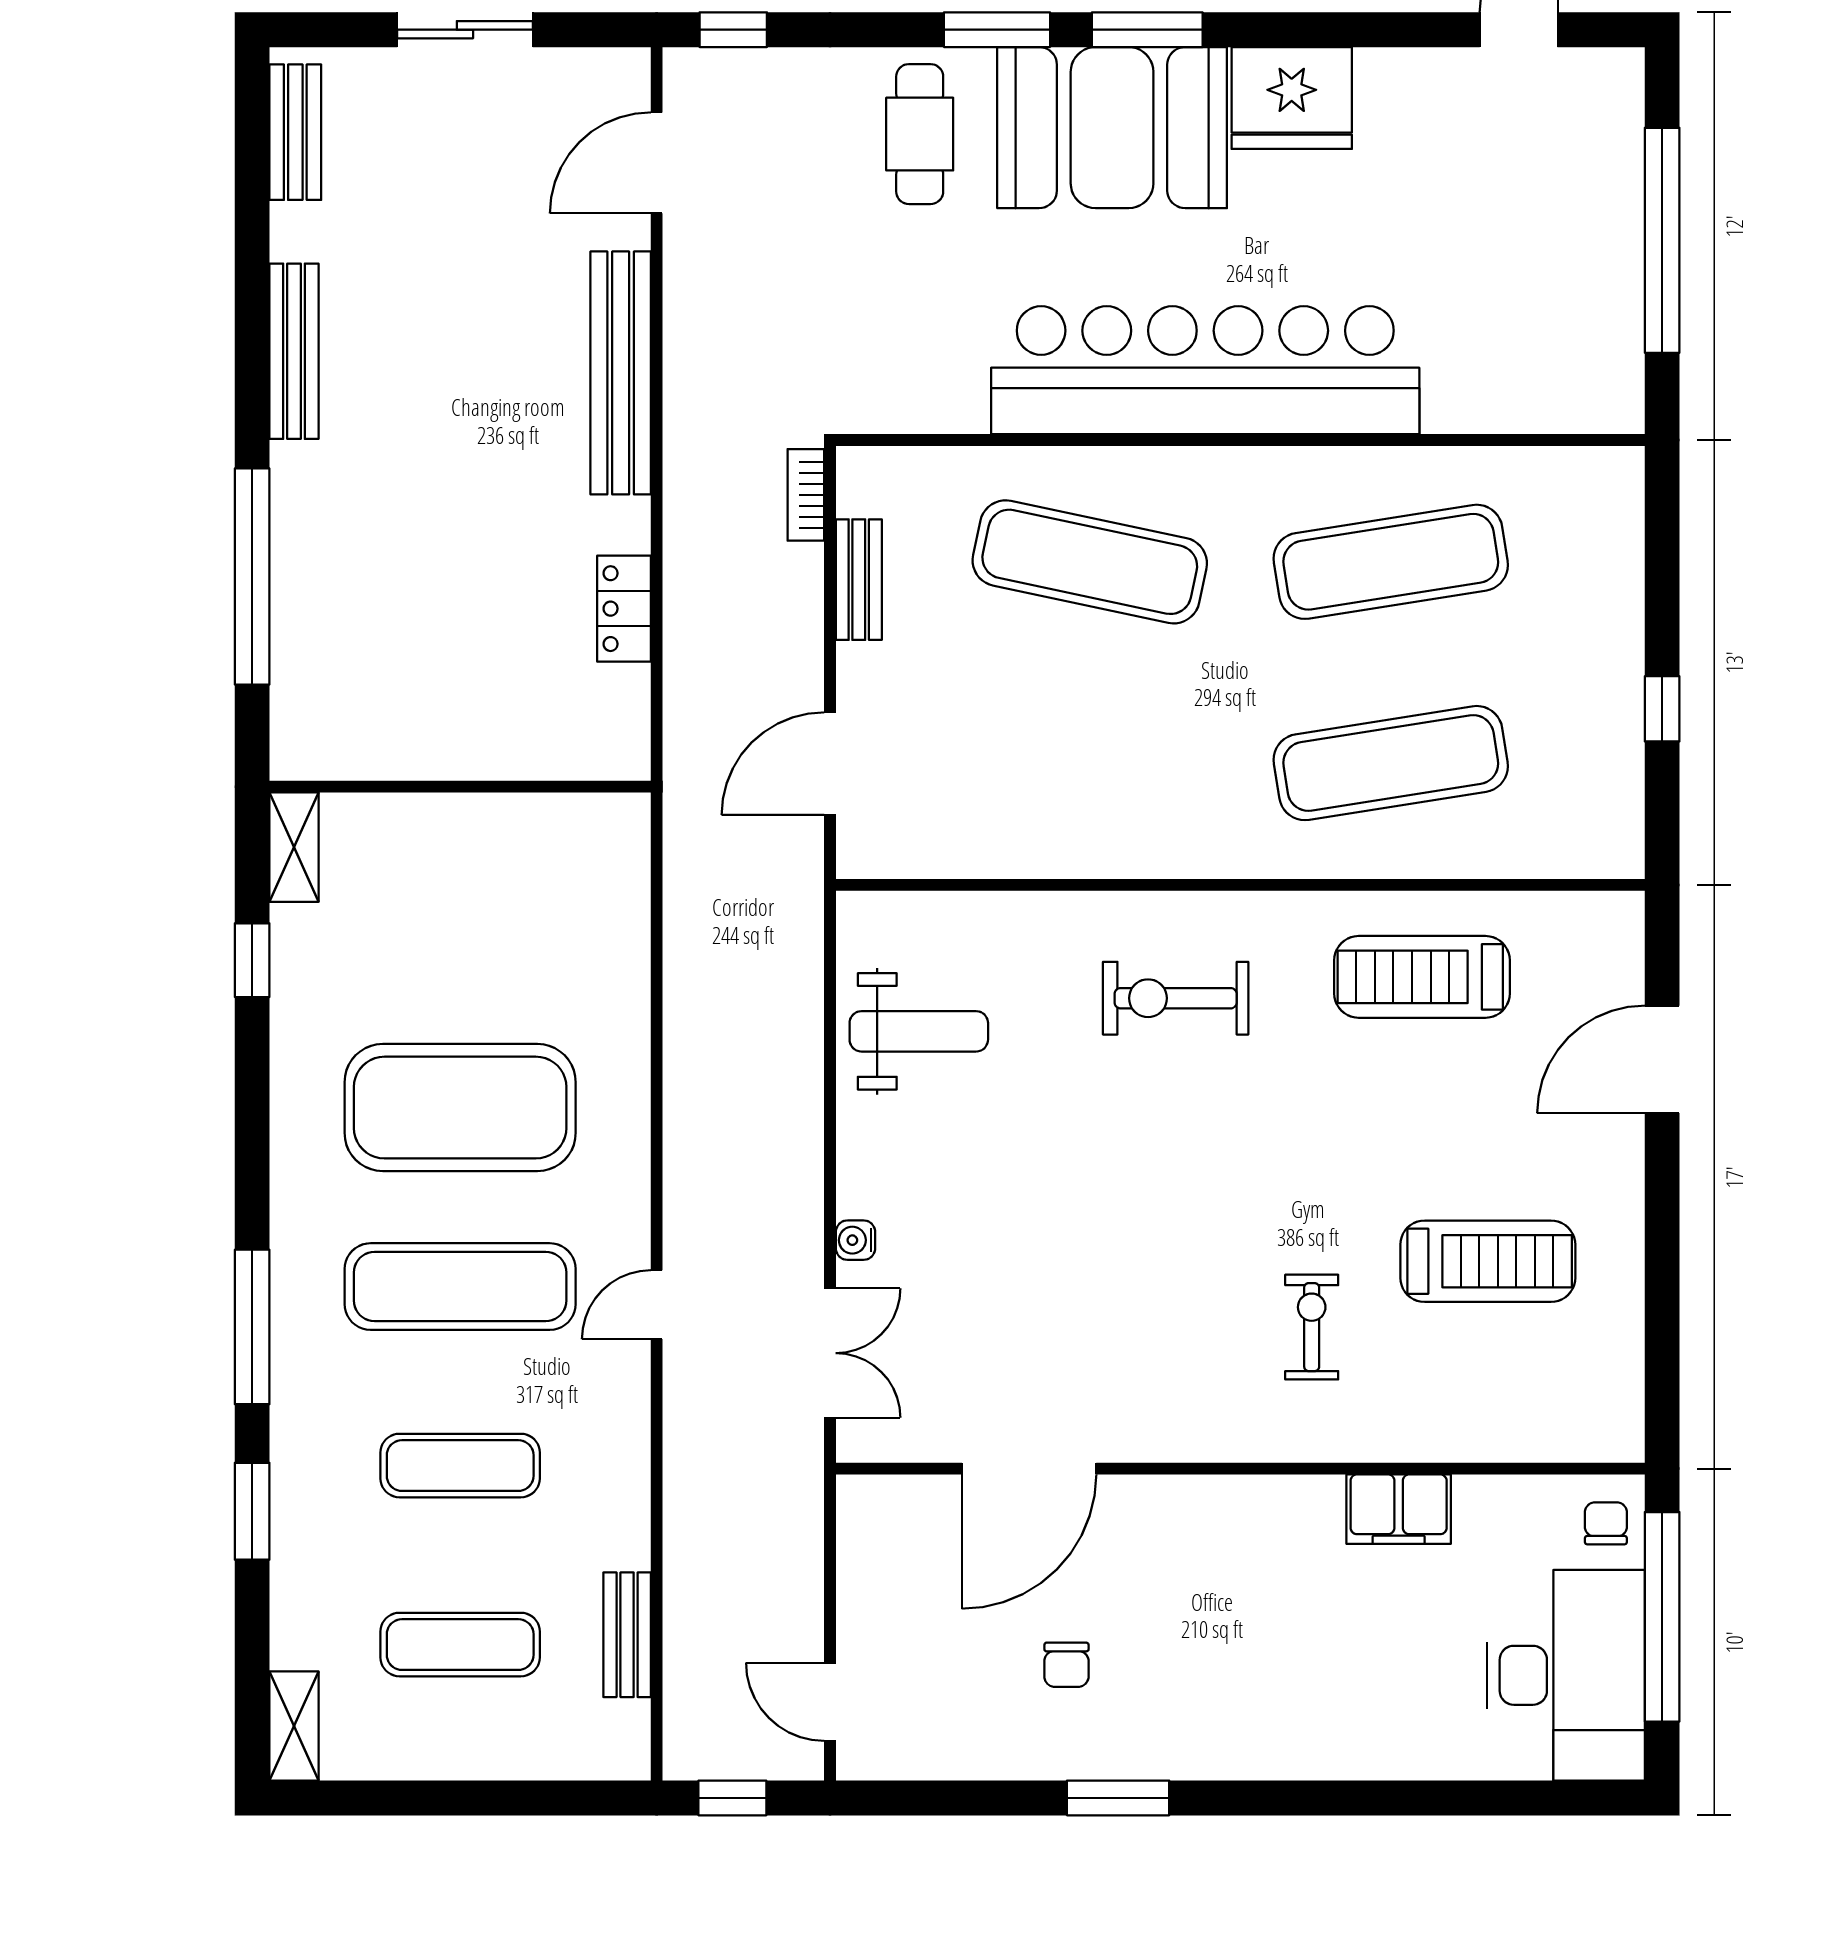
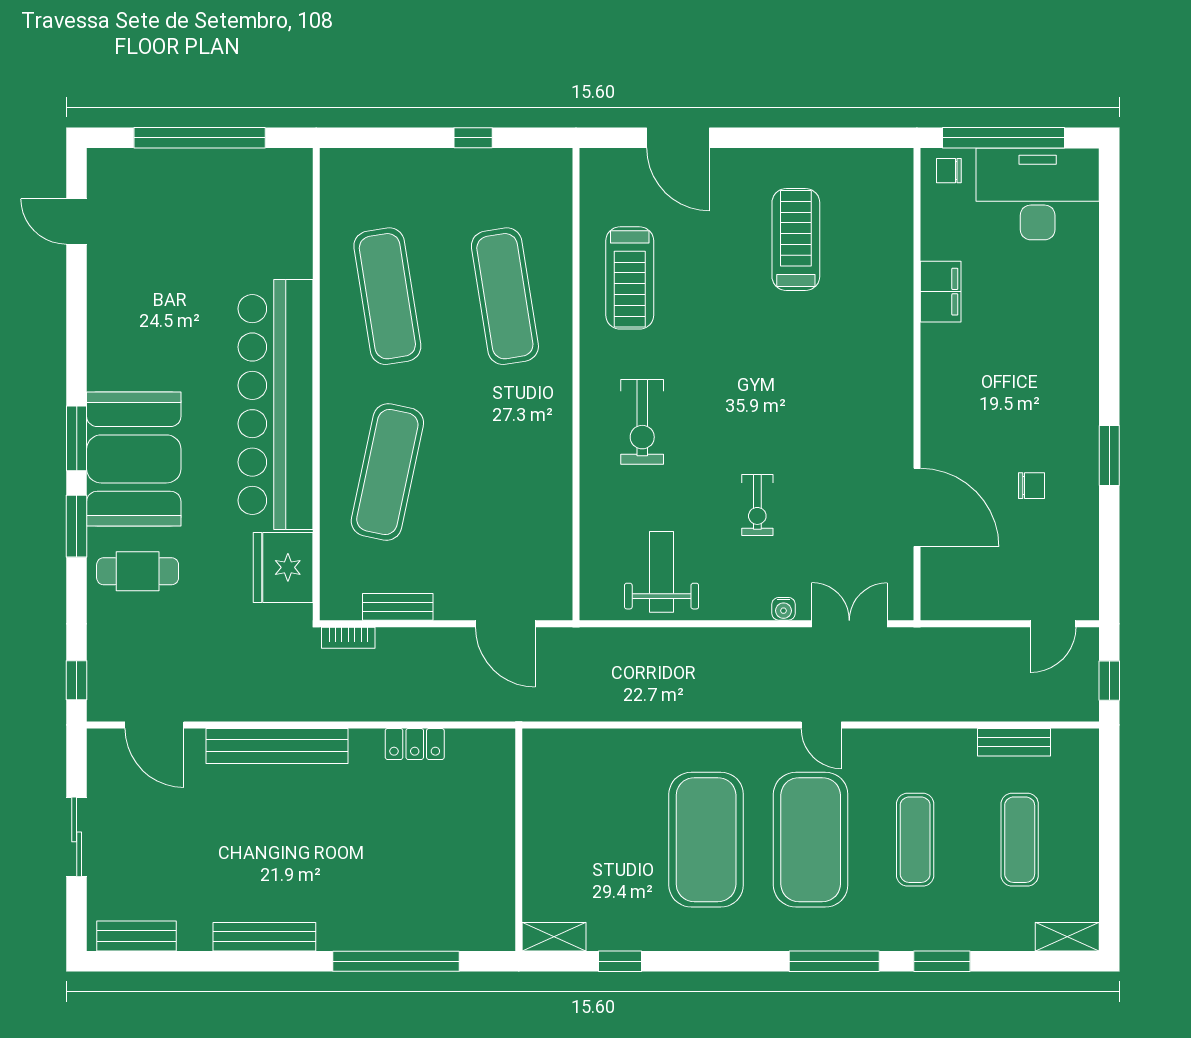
fridge: (1292, 98) -> (283, 567), moved, turned 180
exercise mat: (460, 1287) -> (811, 840), width x1.47
exercise bike: (1312, 1327) -> (757, 505), moved, turned -90

